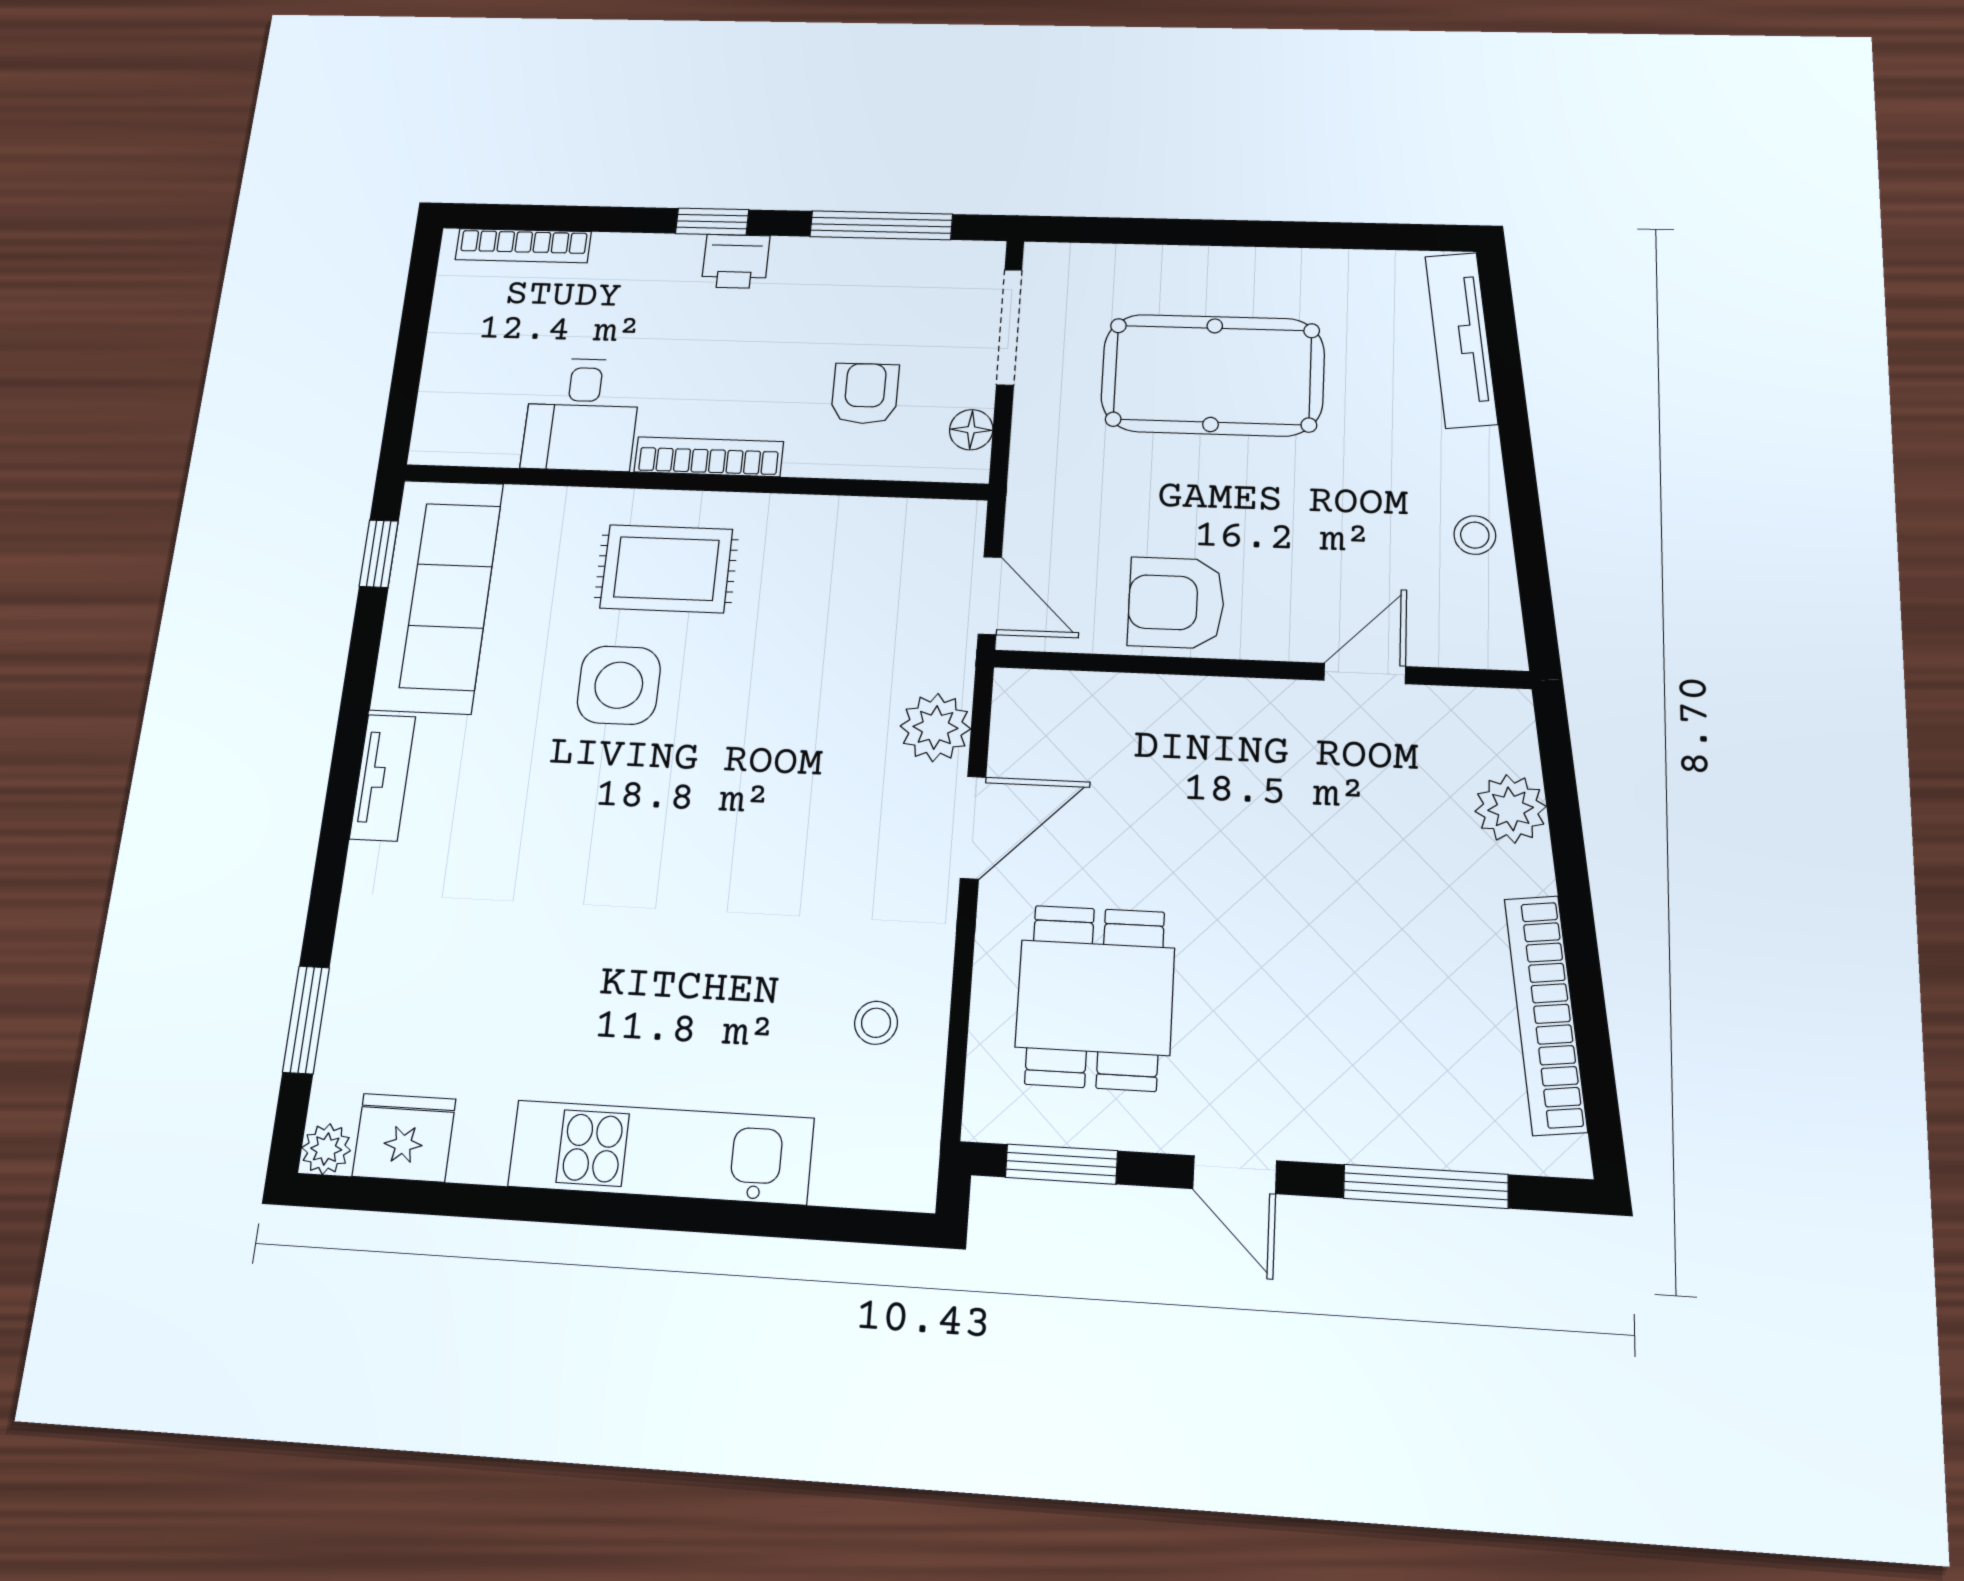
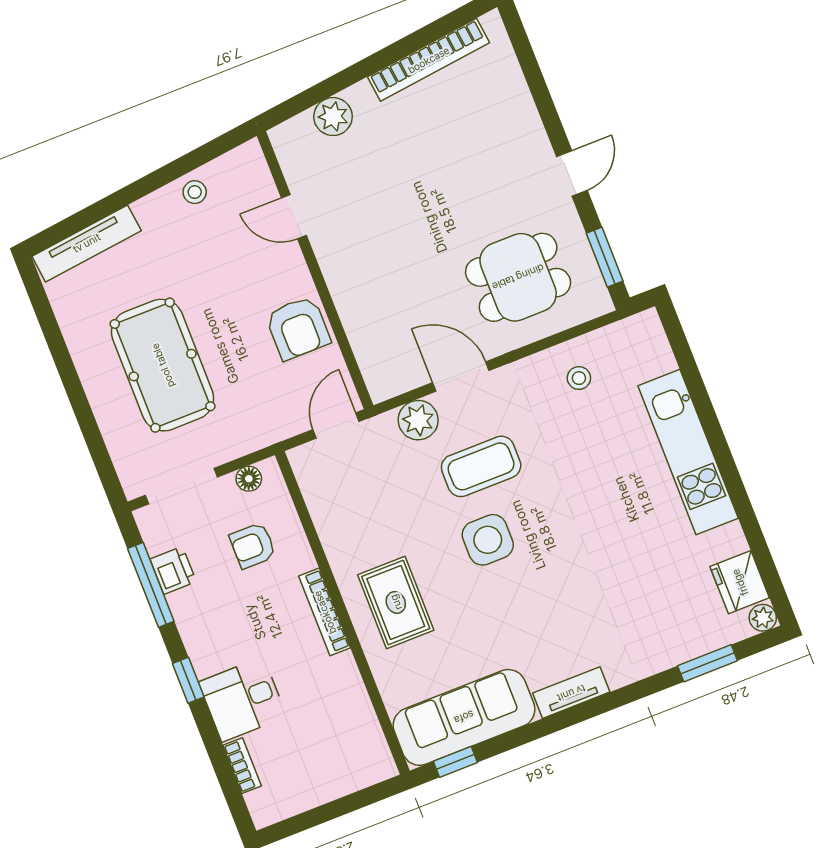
bookcase: (523, 246) -> (242, 766), width x0.64
printer: (736, 261) -> (173, 570), moved
desk: (582, 414) -> (243, 699), moved, turned 180
side table: (619, 685) -> (488, 540), moved
coffee table: (811, 795) -> (481, 466), added
window: (1426, 1186) -> (536, 83), removed

